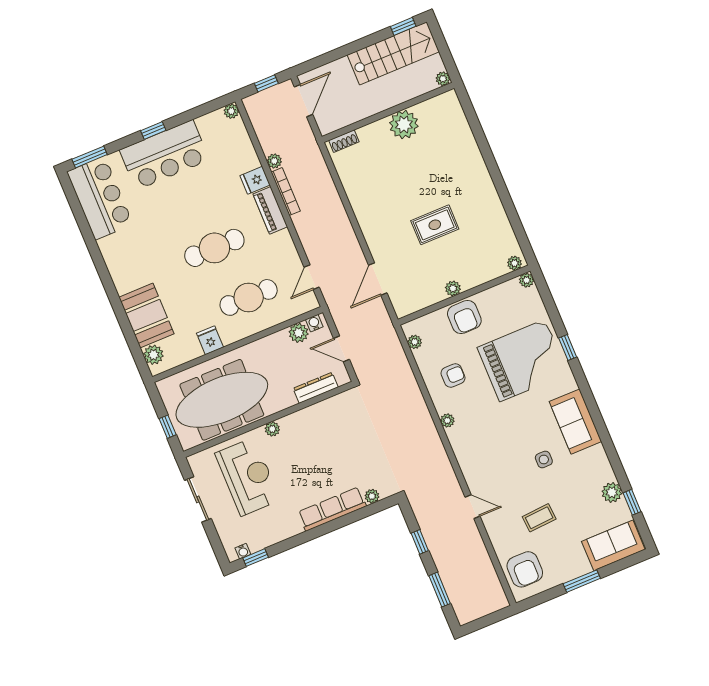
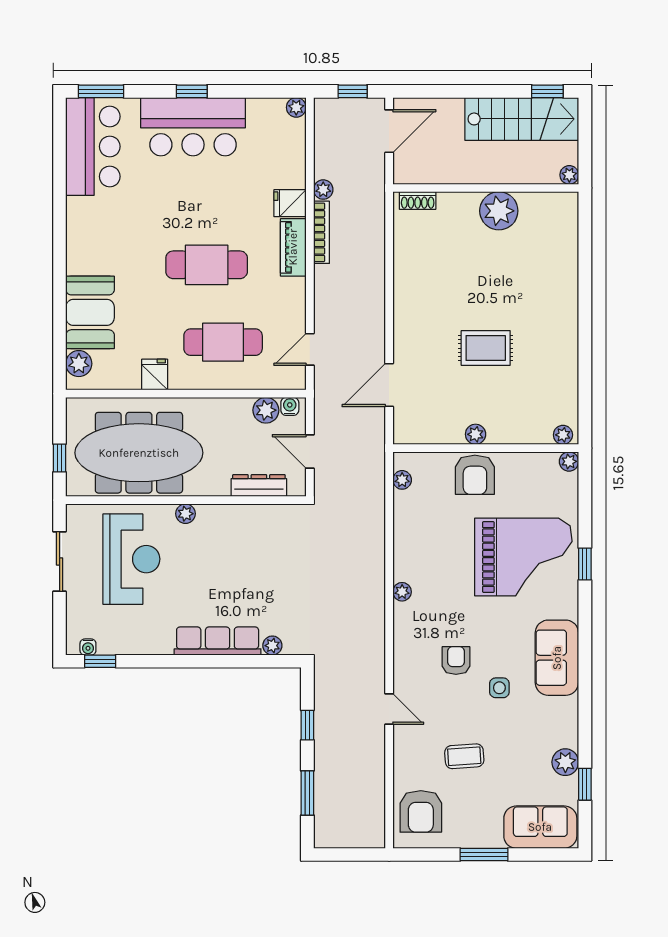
armchair: (453, 376) -> (456, 661), moved, turned -90

